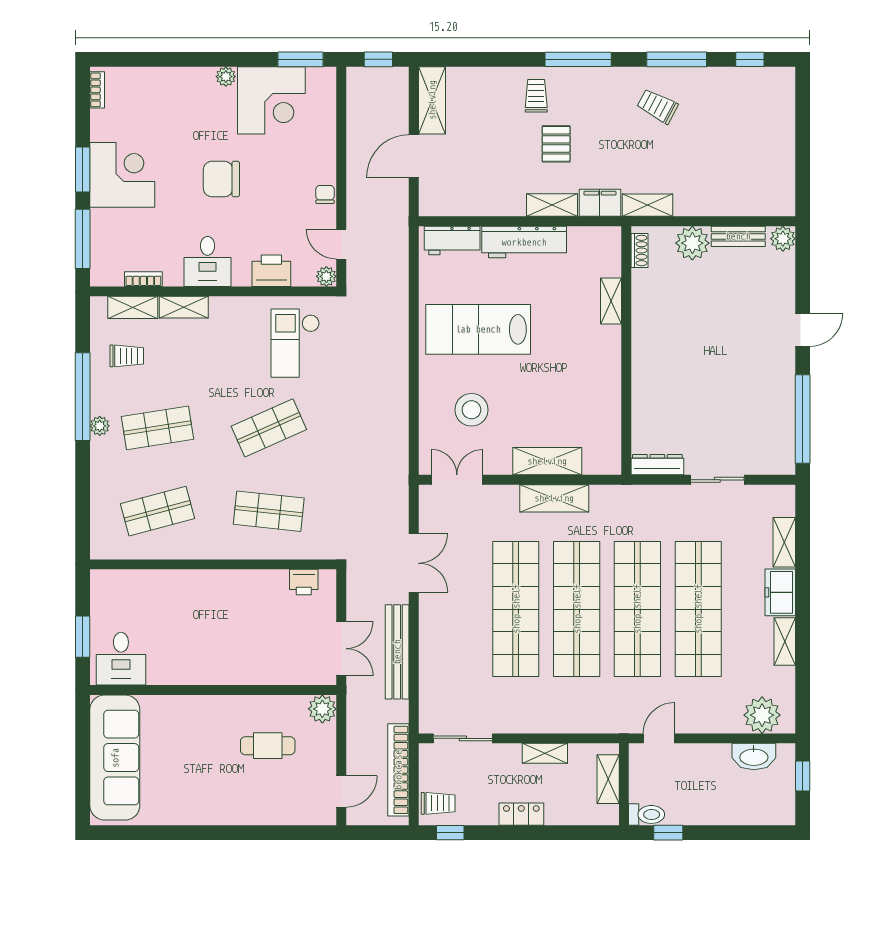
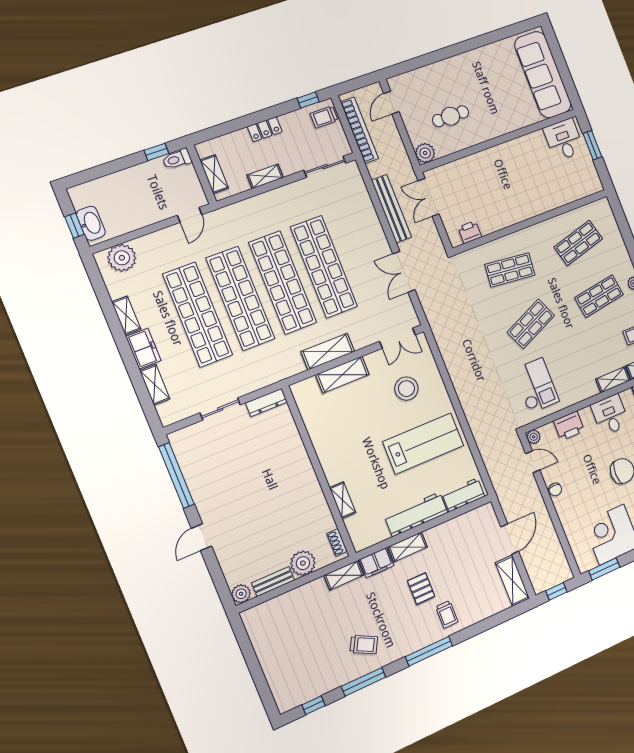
washbasin: (754, 756) -> (91, 223), moved, turned 90

